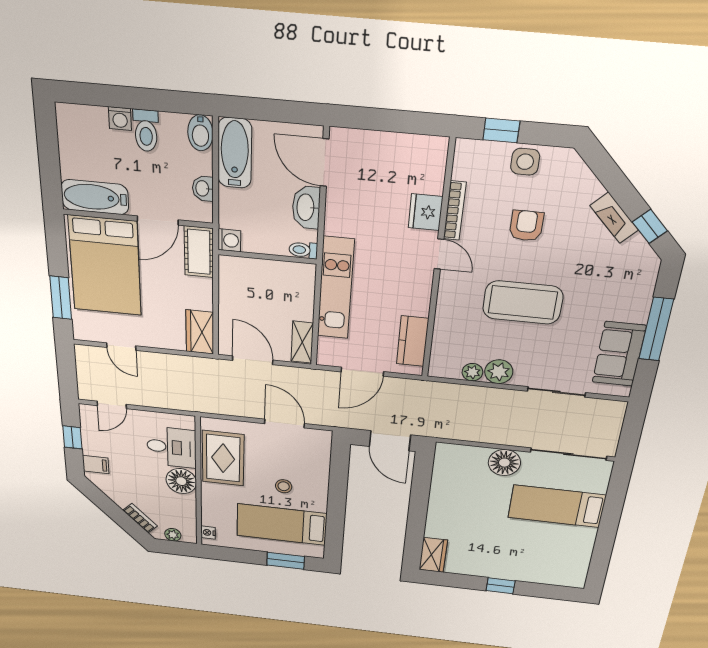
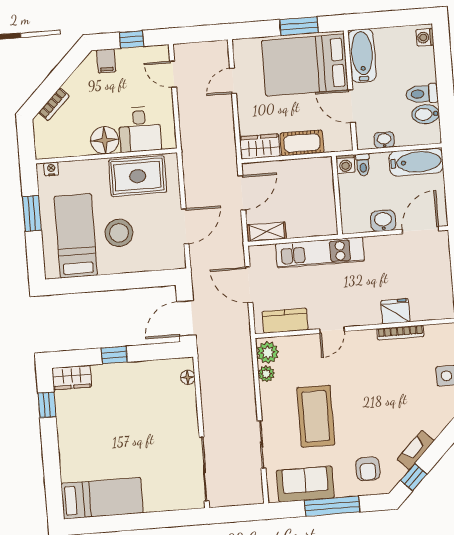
washing machine: (120, 119) -> (425, 37), moved
bidet: (200, 133) -> (426, 114), moved
washbasin: (306, 207) -> (383, 221), width x0.72
armchair: (526, 226) -> (368, 469), moved, turned 90
toilet: (303, 250) -> (363, 165), moved, turned 180
cot: (199, 252) -> (302, 143), moved
door: (439, 254) -> (332, 330), moved
window: (61, 298) -> (299, 26), moved
coffee table: (523, 302) -> (316, 416), moved
plant: (499, 372) -> (268, 352), moved
floor lamp: (504, 463) -> (188, 377), moved, width x0.53, depth x0.53
stool: (284, 486) -> (119, 233), width x1.89, depth x1.89
bed: (557, 506) -> (102, 498), moved, turned 90
window: (417, 514) -> (114, 355), added
plant: (173, 535) -> (41, 136), removed
window: (286, 561) -> (32, 213), moved
window: (501, 586) -> (47, 405), moved

